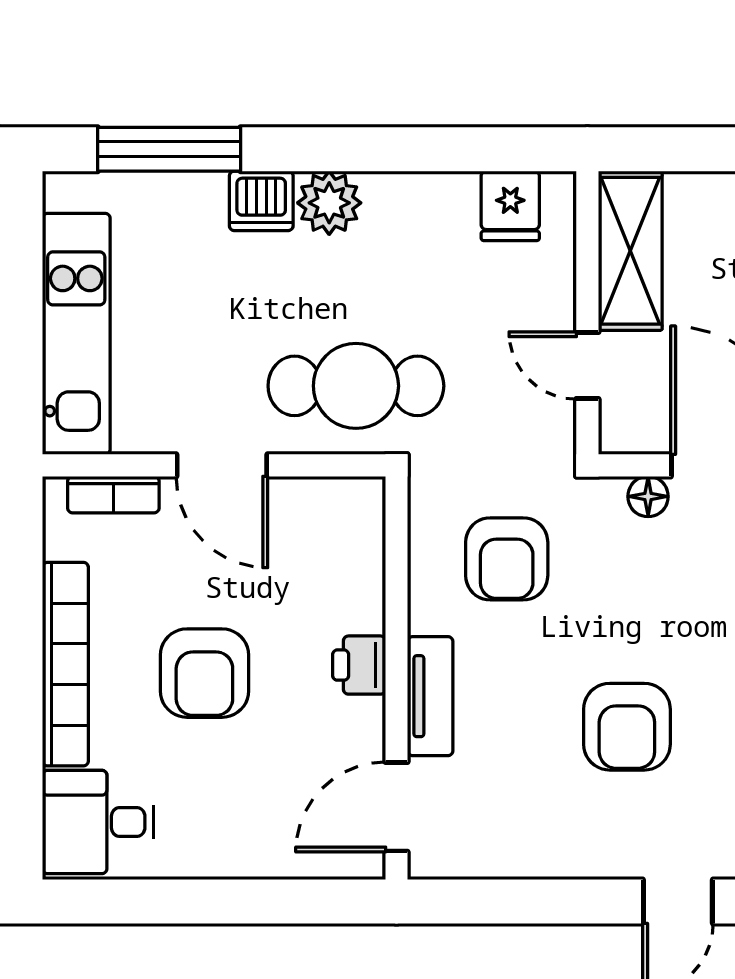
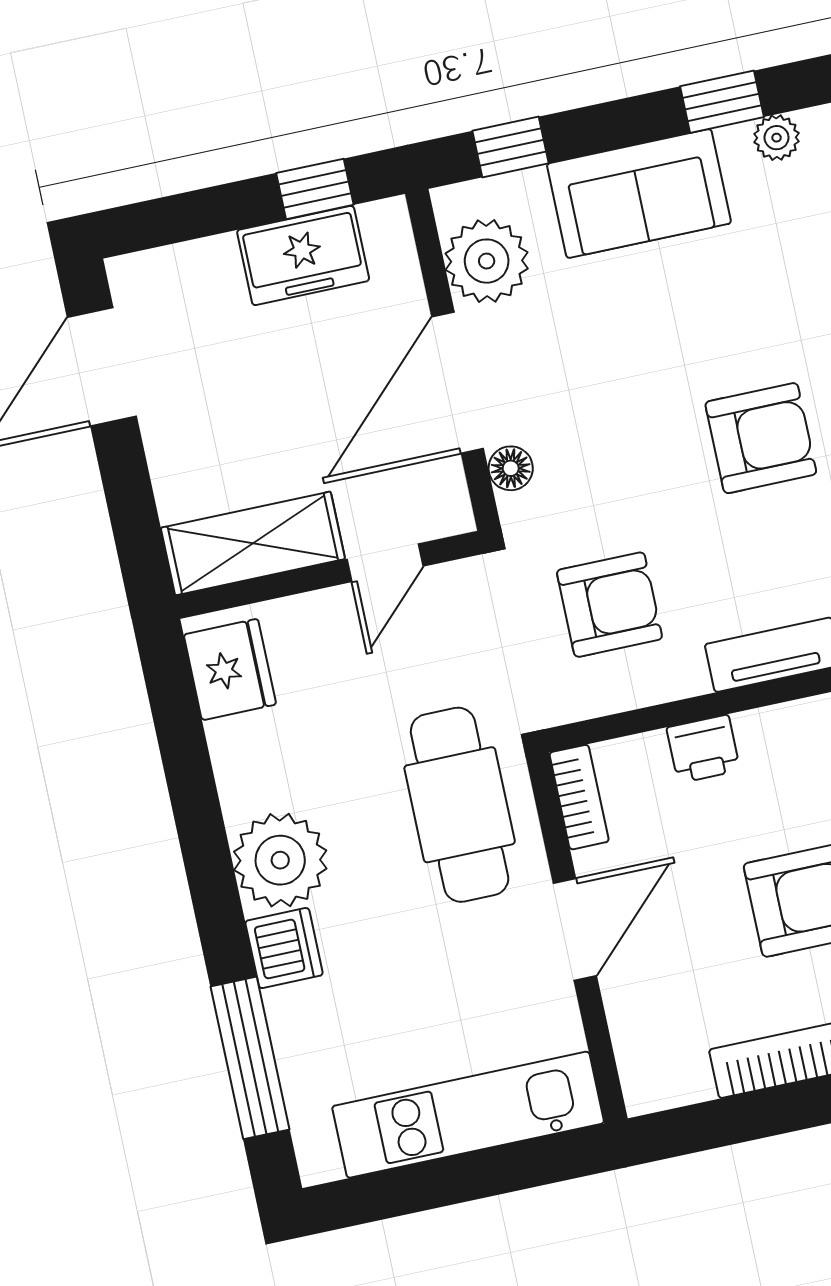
plant: (329, 203) -> (280, 860), width x1.36, depth x1.36
fridge: (510, 206) -> (230, 669), width x1.38
bookcase: (113, 495) -> (579, 797), moved
printer: (359, 665) -> (703, 749), moved

